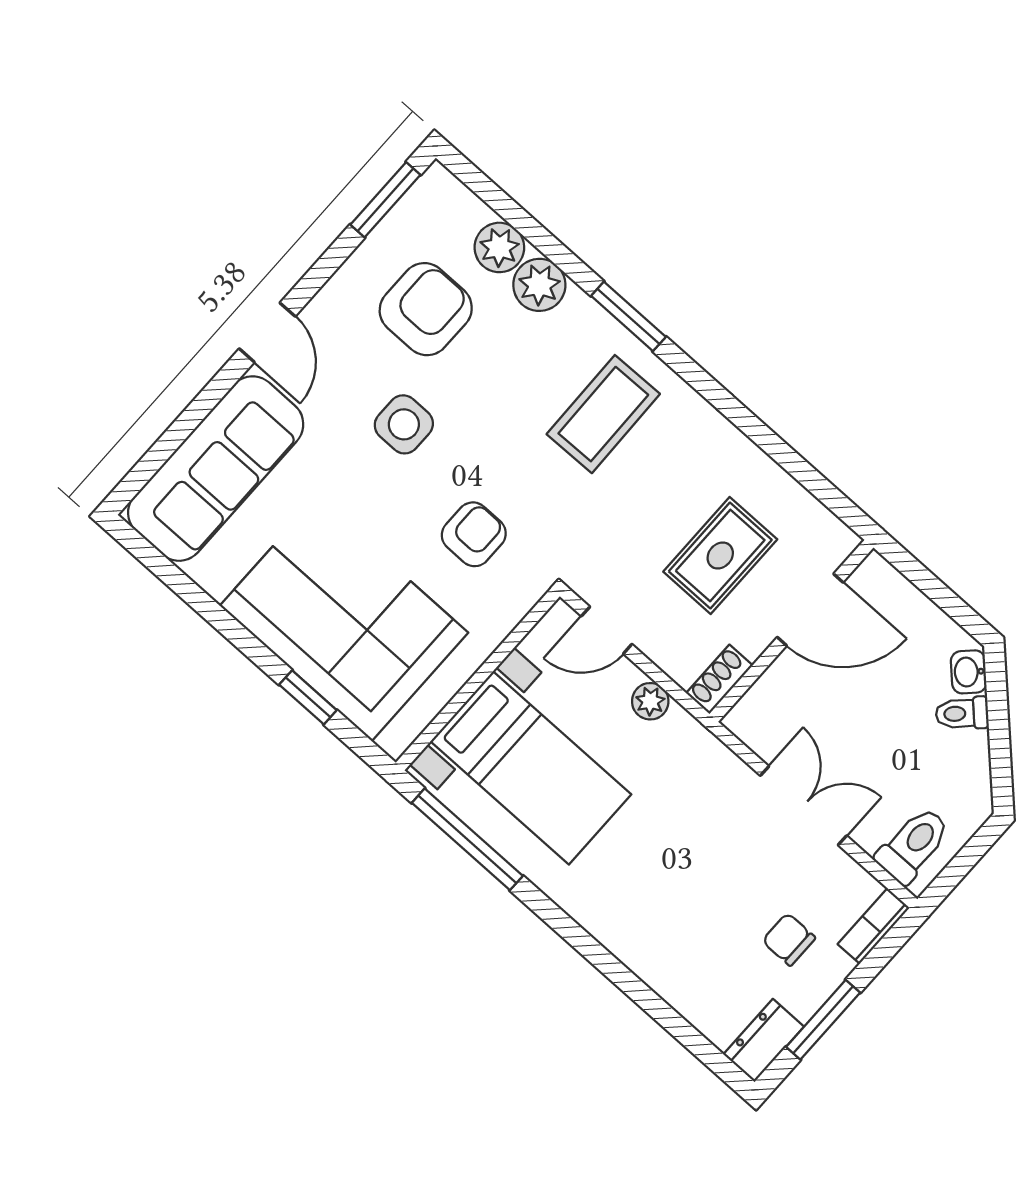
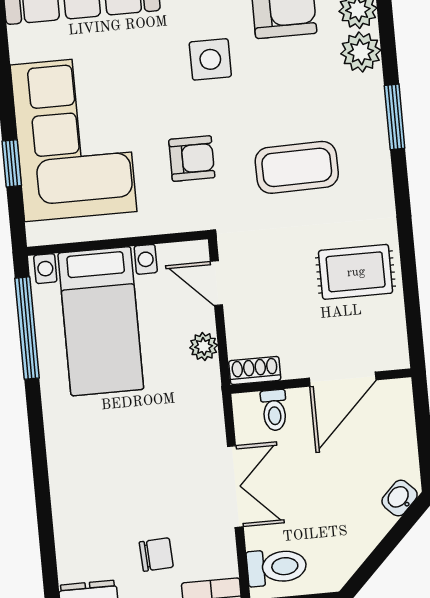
coffee table: (603, 414) -> (297, 167), moved
rug: (720, 556) -> (356, 272), moved
door: (810, 610) -> (343, 379), hinge flipped
toilet: (962, 713) -> (274, 410), moved, turned -135
chair: (789, 939) -> (156, 555), turned 87

